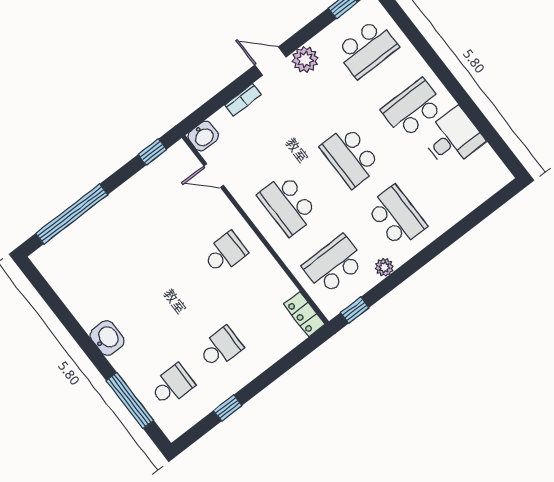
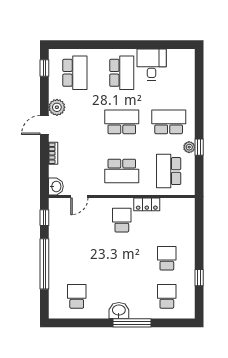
school desk: (413, 108) -> (122, 73), turned 180
school desk: (350, 157) -> (122, 122), turned 180
window: (72, 214) -> (44, 264), moved
school desk: (84, 270) -> (77, 296), added
window: (355, 310) -> (199, 147), moved
locker: (304, 314) -> (147, 204), moved
window: (130, 401) -> (132, 323), moved

